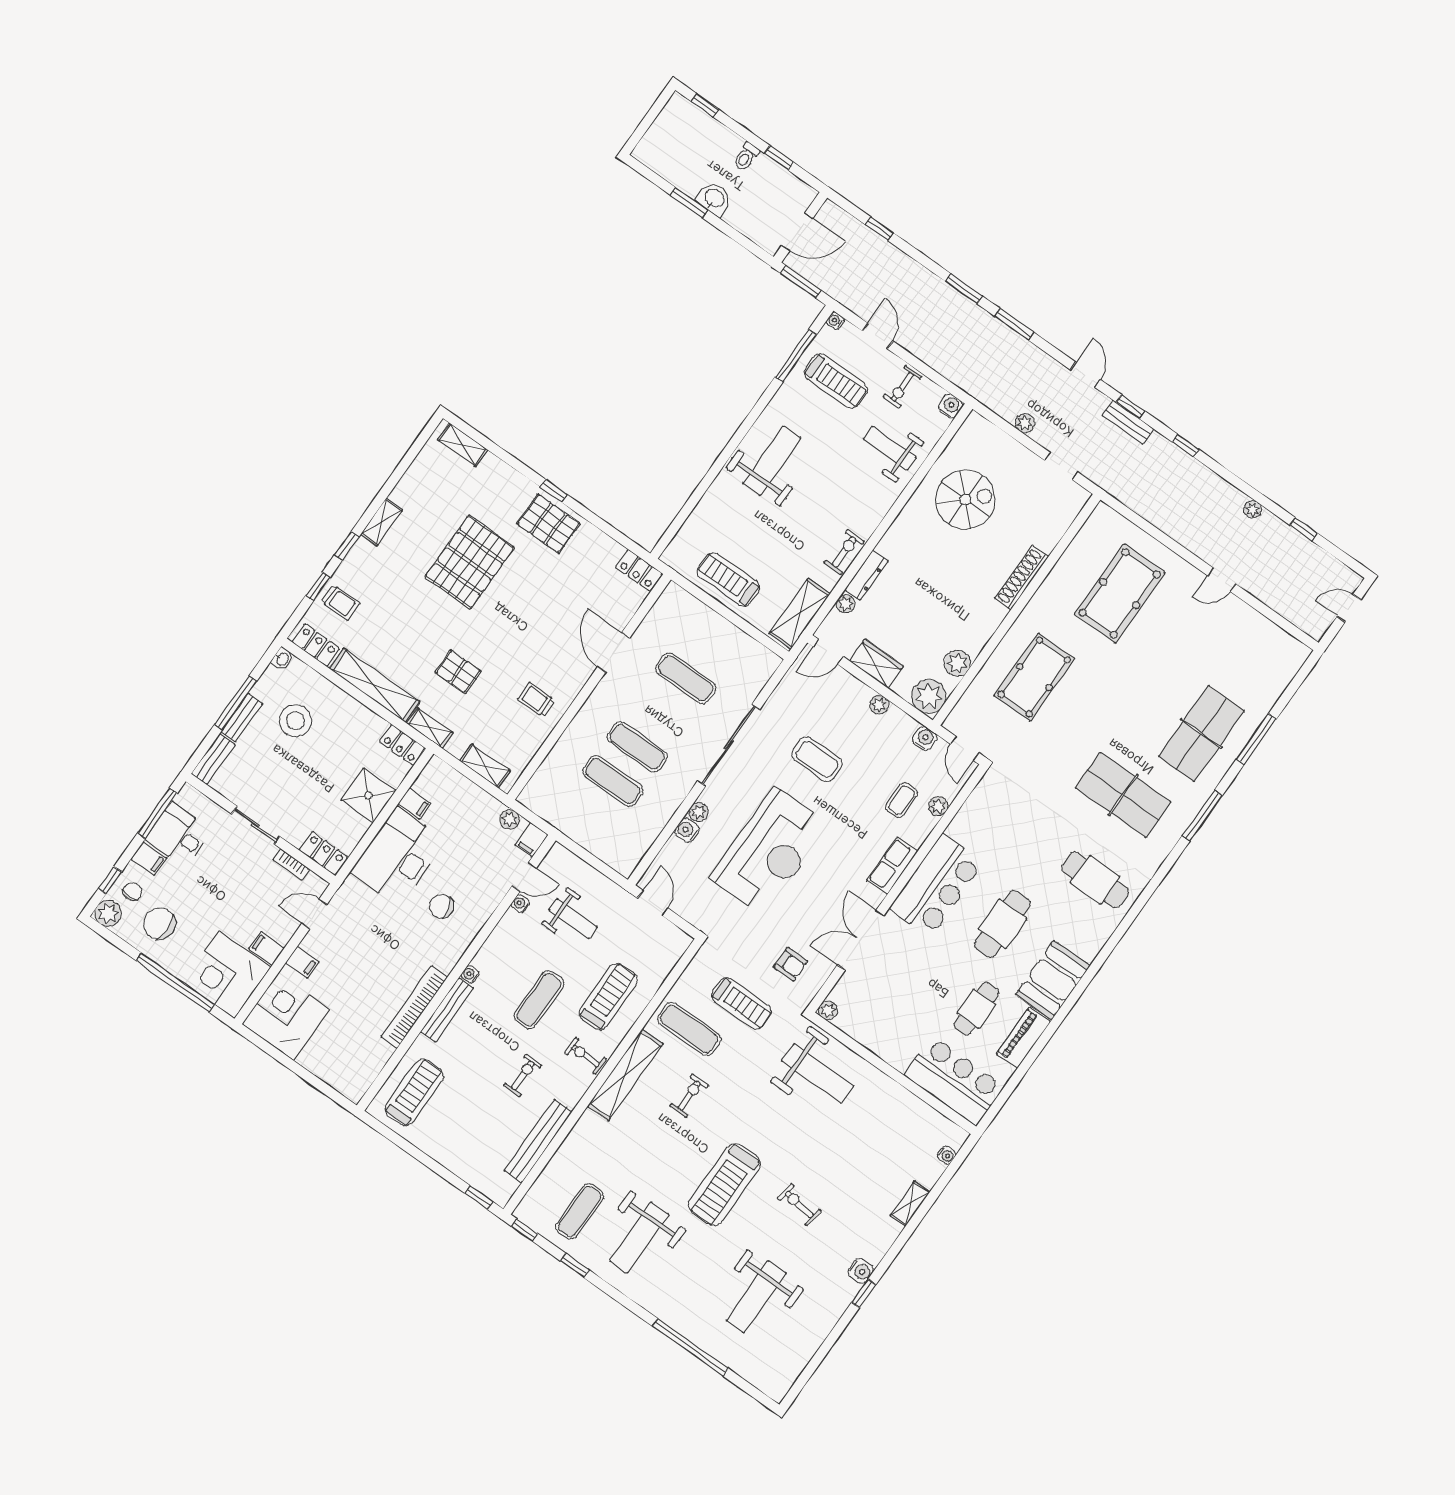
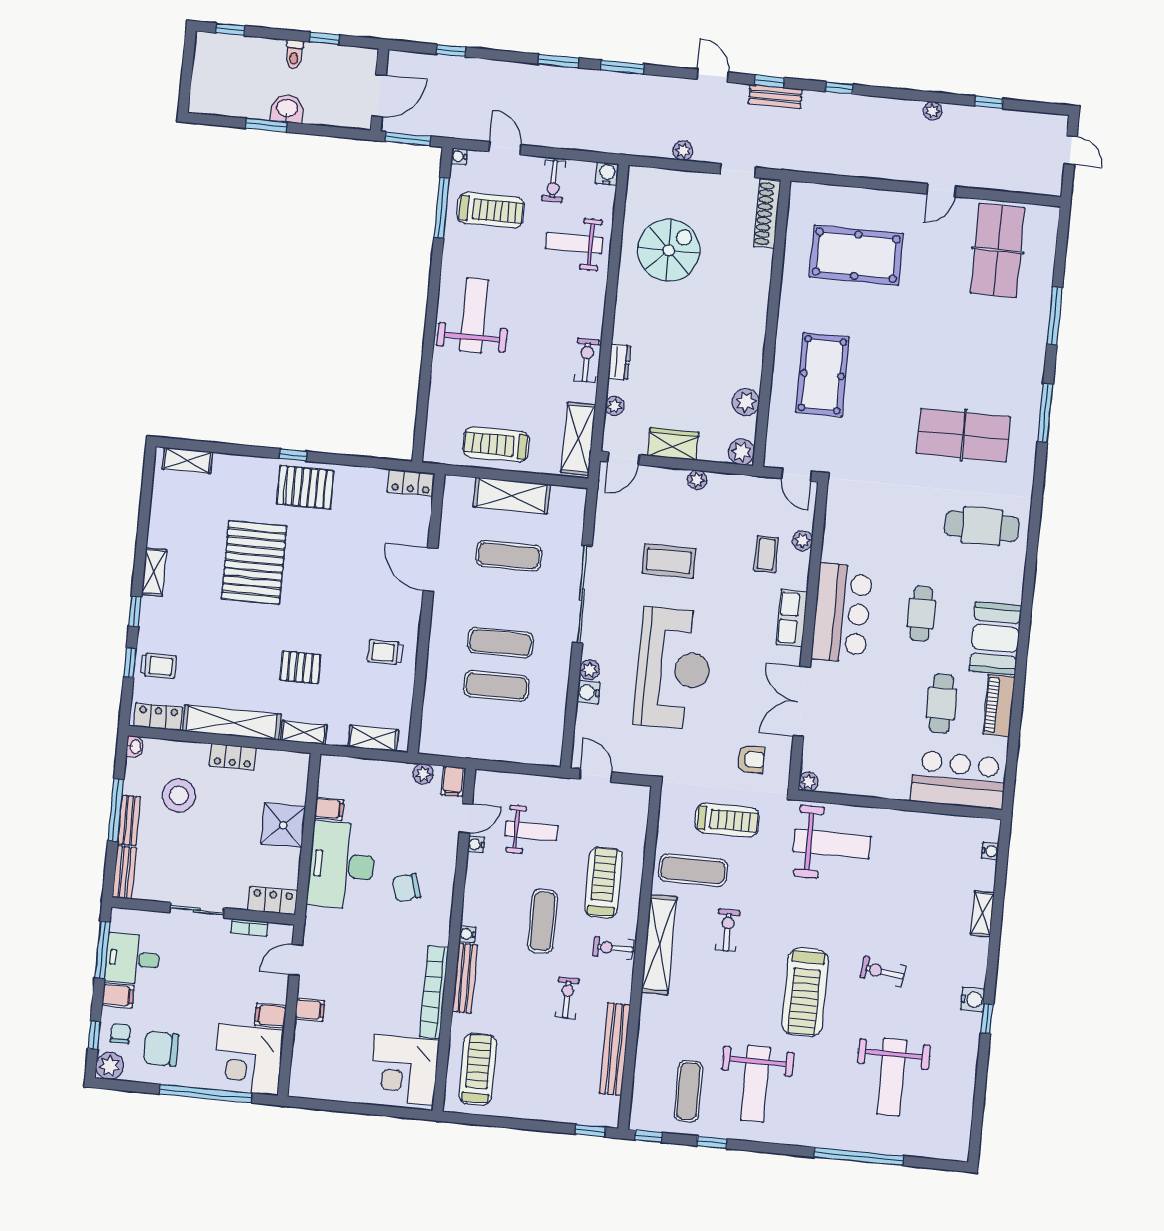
dresser: (866, 575) -> (619, 362), width x0.70
shoe rack: (1022, 577) -> (767, 214), moved
pool table: (1120, 593) -> (856, 255), turned 90
door: (1349, 608) -> (1071, 150), swing flipped
shelving: (717, 629) -> (512, 496), added
plant: (929, 696) -> (742, 452), width x0.73, depth x0.73
table tennis table: (1201, 734) -> (998, 250), moved
water cooler: (925, 738) -> (755, 487), removed
locker: (402, 745) -> (233, 757), moved
cafe table: (1003, 924) -> (921, 614), width x0.73, depth x0.74
corner desk: (286, 1017) -> (404, 1070), moved, turned -90

